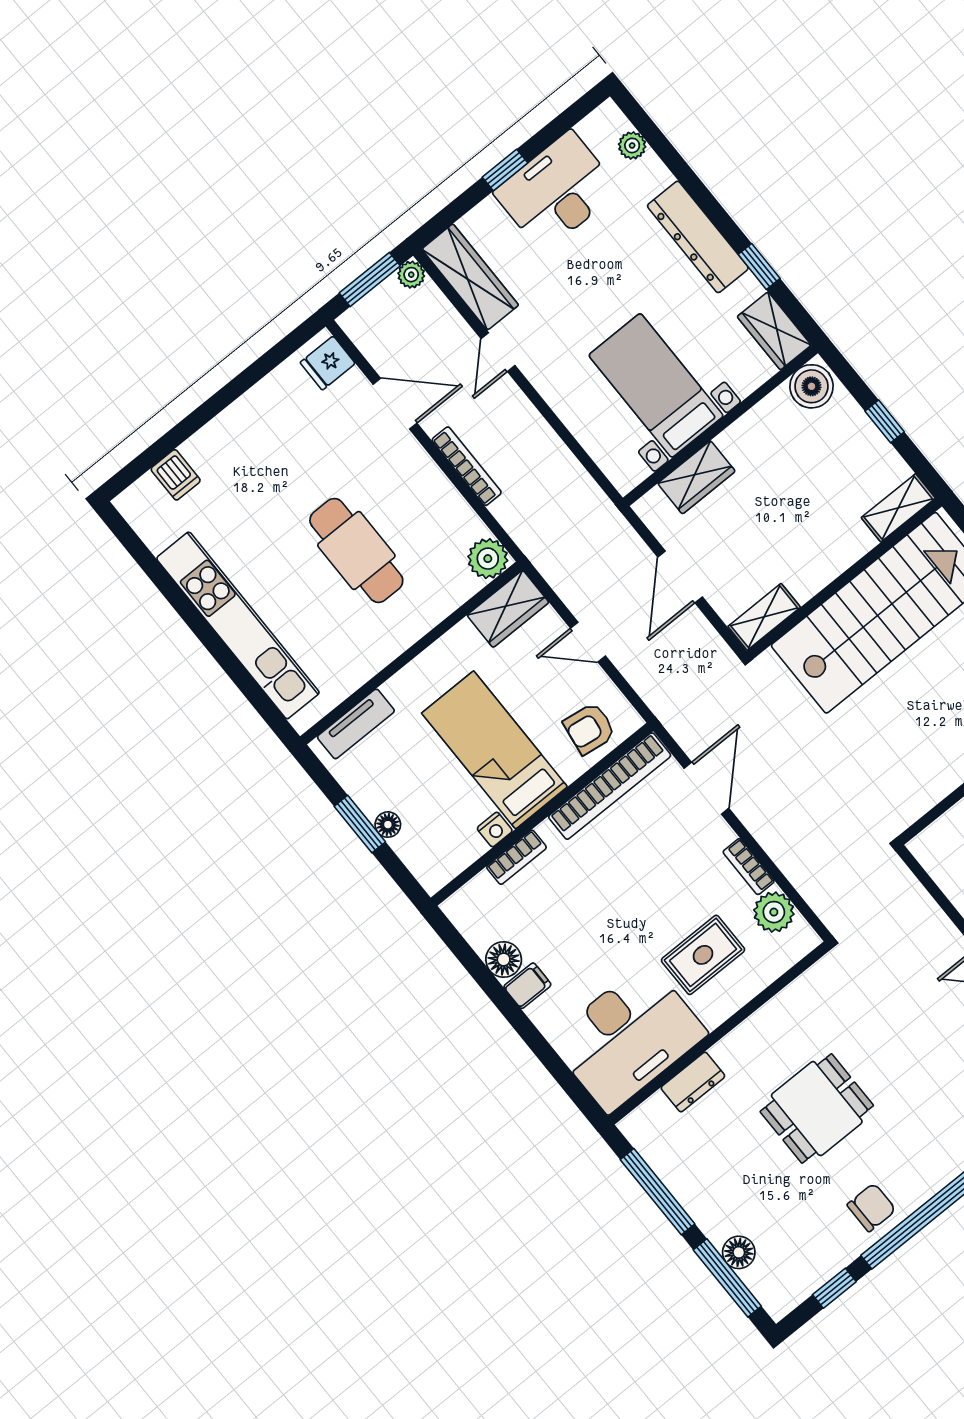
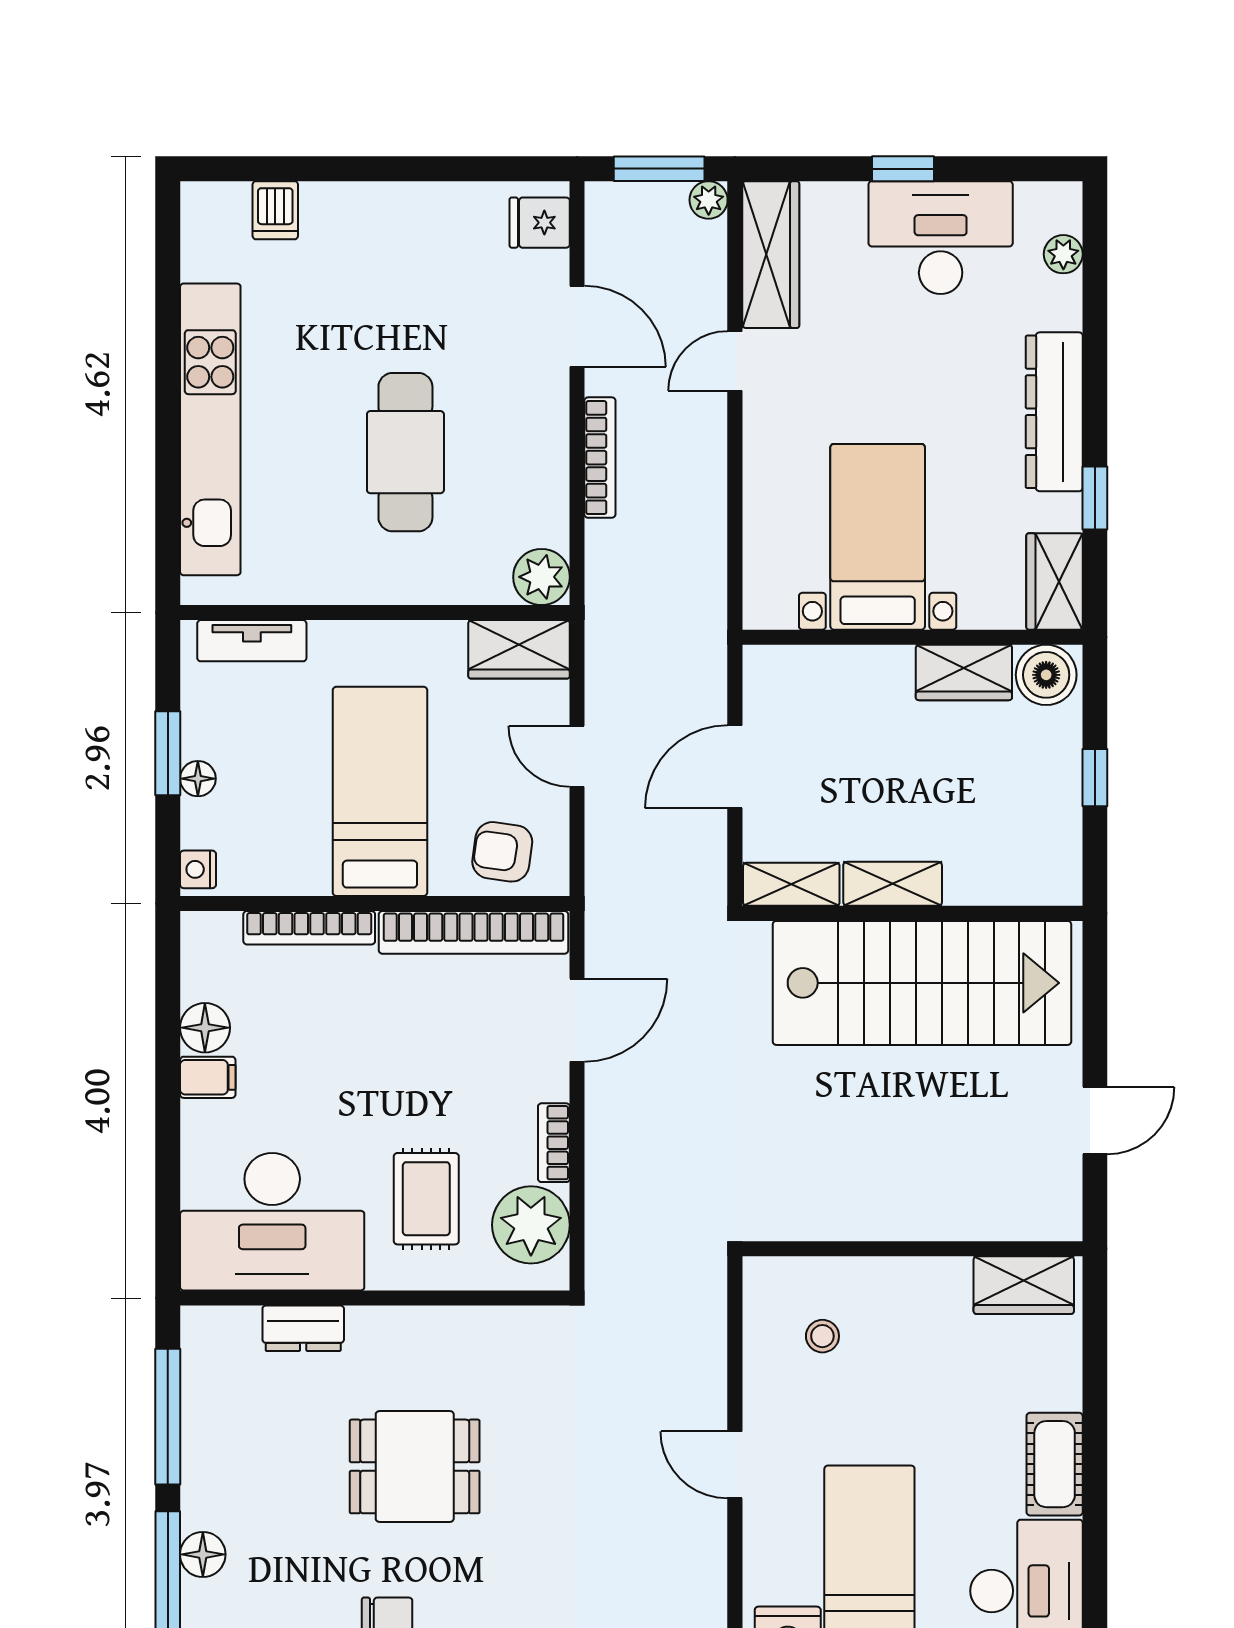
wardrobe: (696, 477) -> (964, 672), moved
shelving: (898, 508) -> (893, 884), moved
nightstand: (495, 829) -> (198, 869), moved, turned 90
bookcase: (516, 857) -> (309, 928), width x1.56
plant: (774, 912) -> (531, 1225), width x1.36, depth x1.36
rug: (703, 955) -> (426, 1199), turned 90

